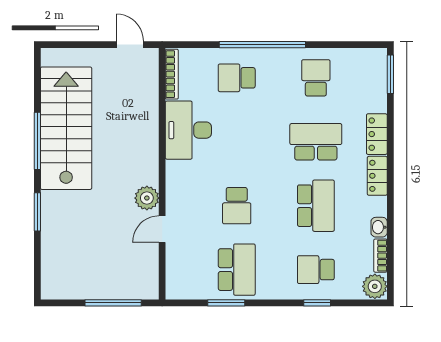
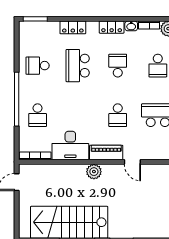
locker: (377, 176) -> (112, 27), moved
piano: (177, 187) -> (106, 153), added
plant: (147, 198) -> (94, 172), moved
school desk: (237, 206) -> (118, 115), turned 90
school desk: (316, 206) -> (118, 66), width x0.54

